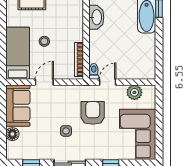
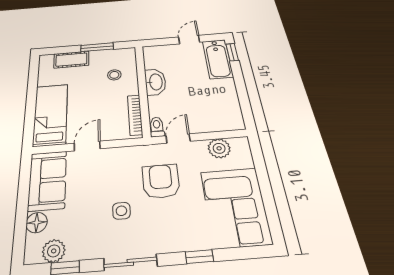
washbasin: (96, 17) -> (155, 82), moved
stool: (44, 41) -> (114, 75), moved
plant: (24, 153) -> (54, 251), added

